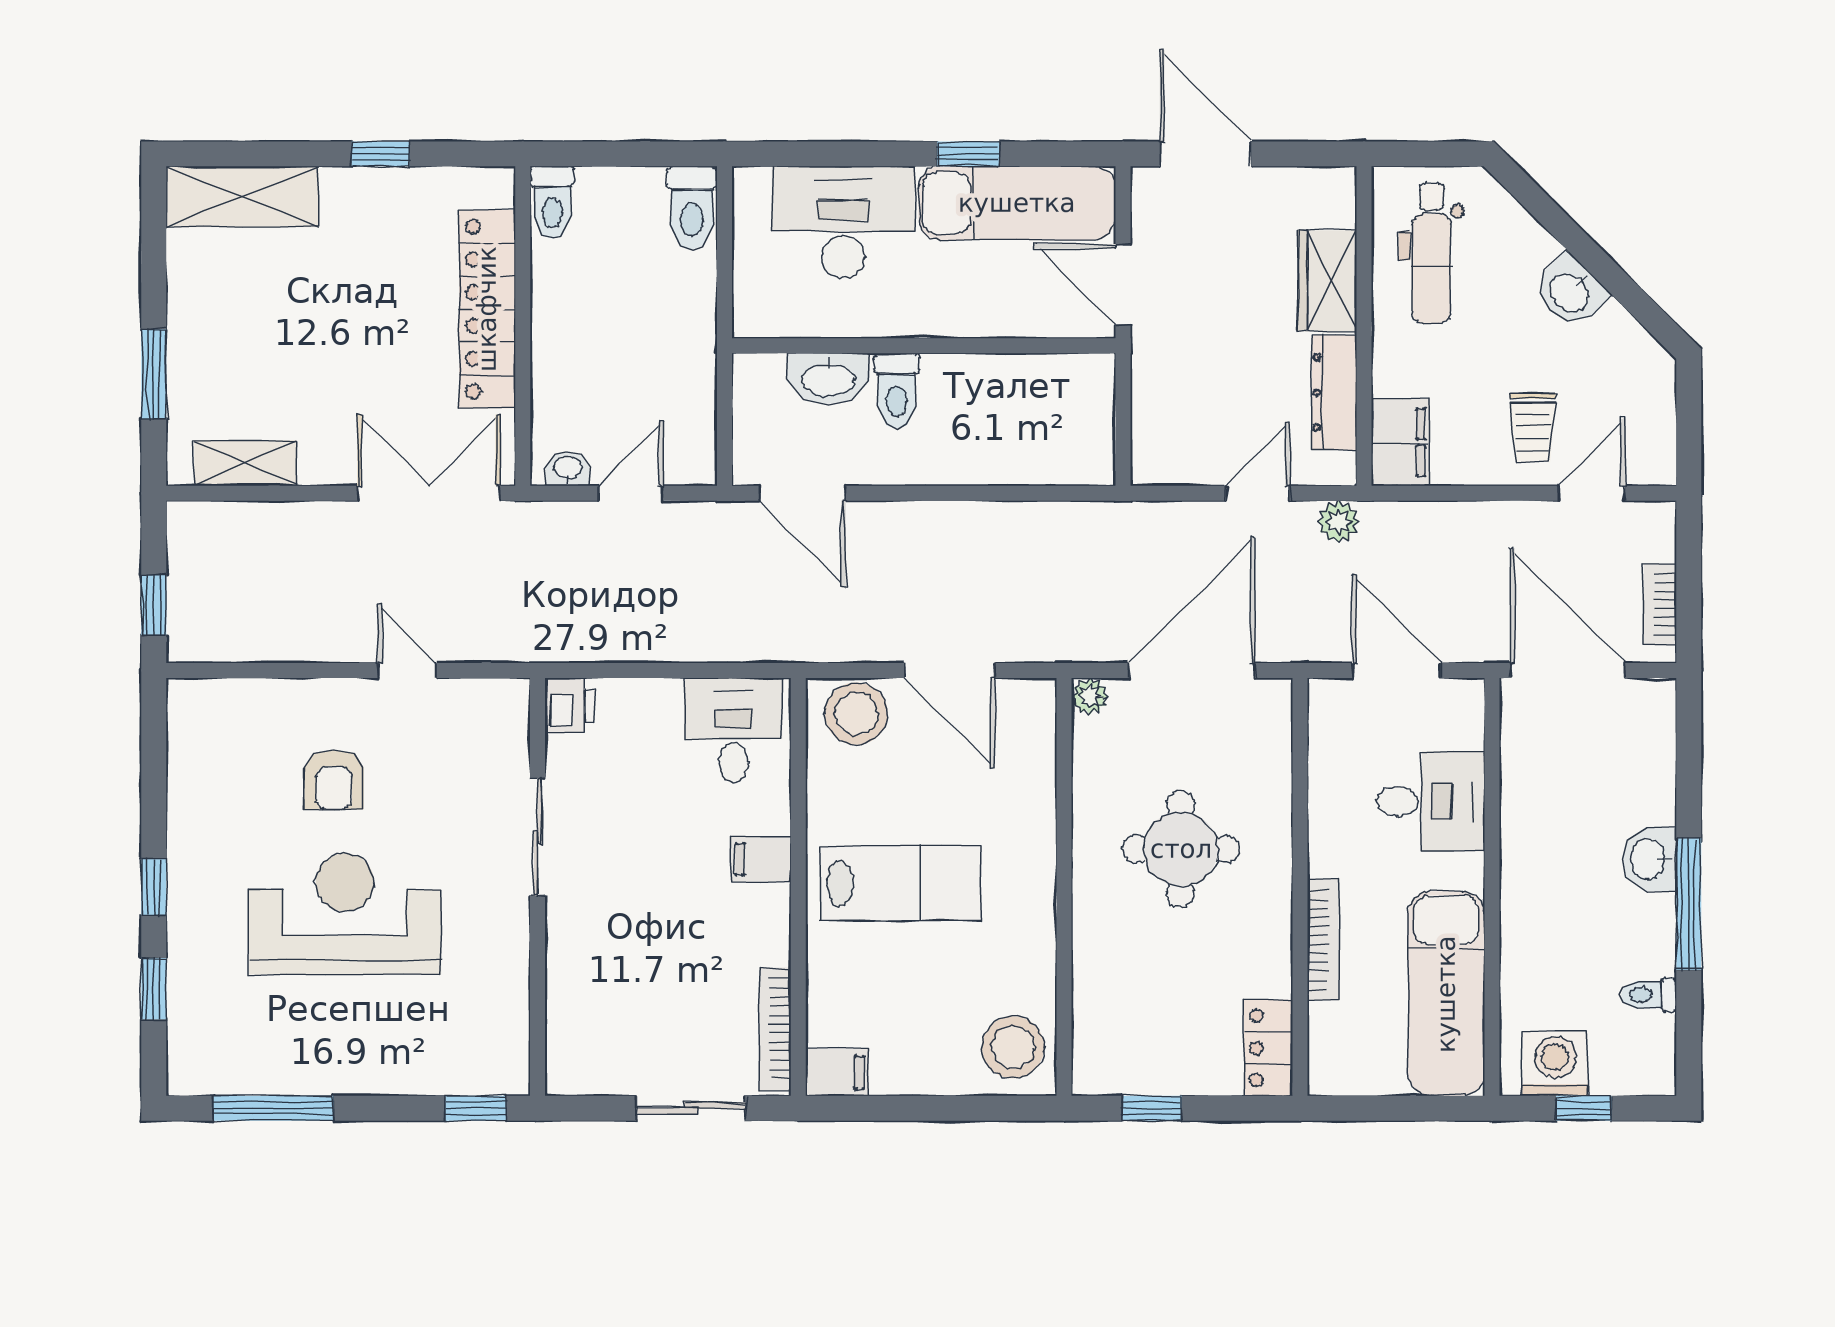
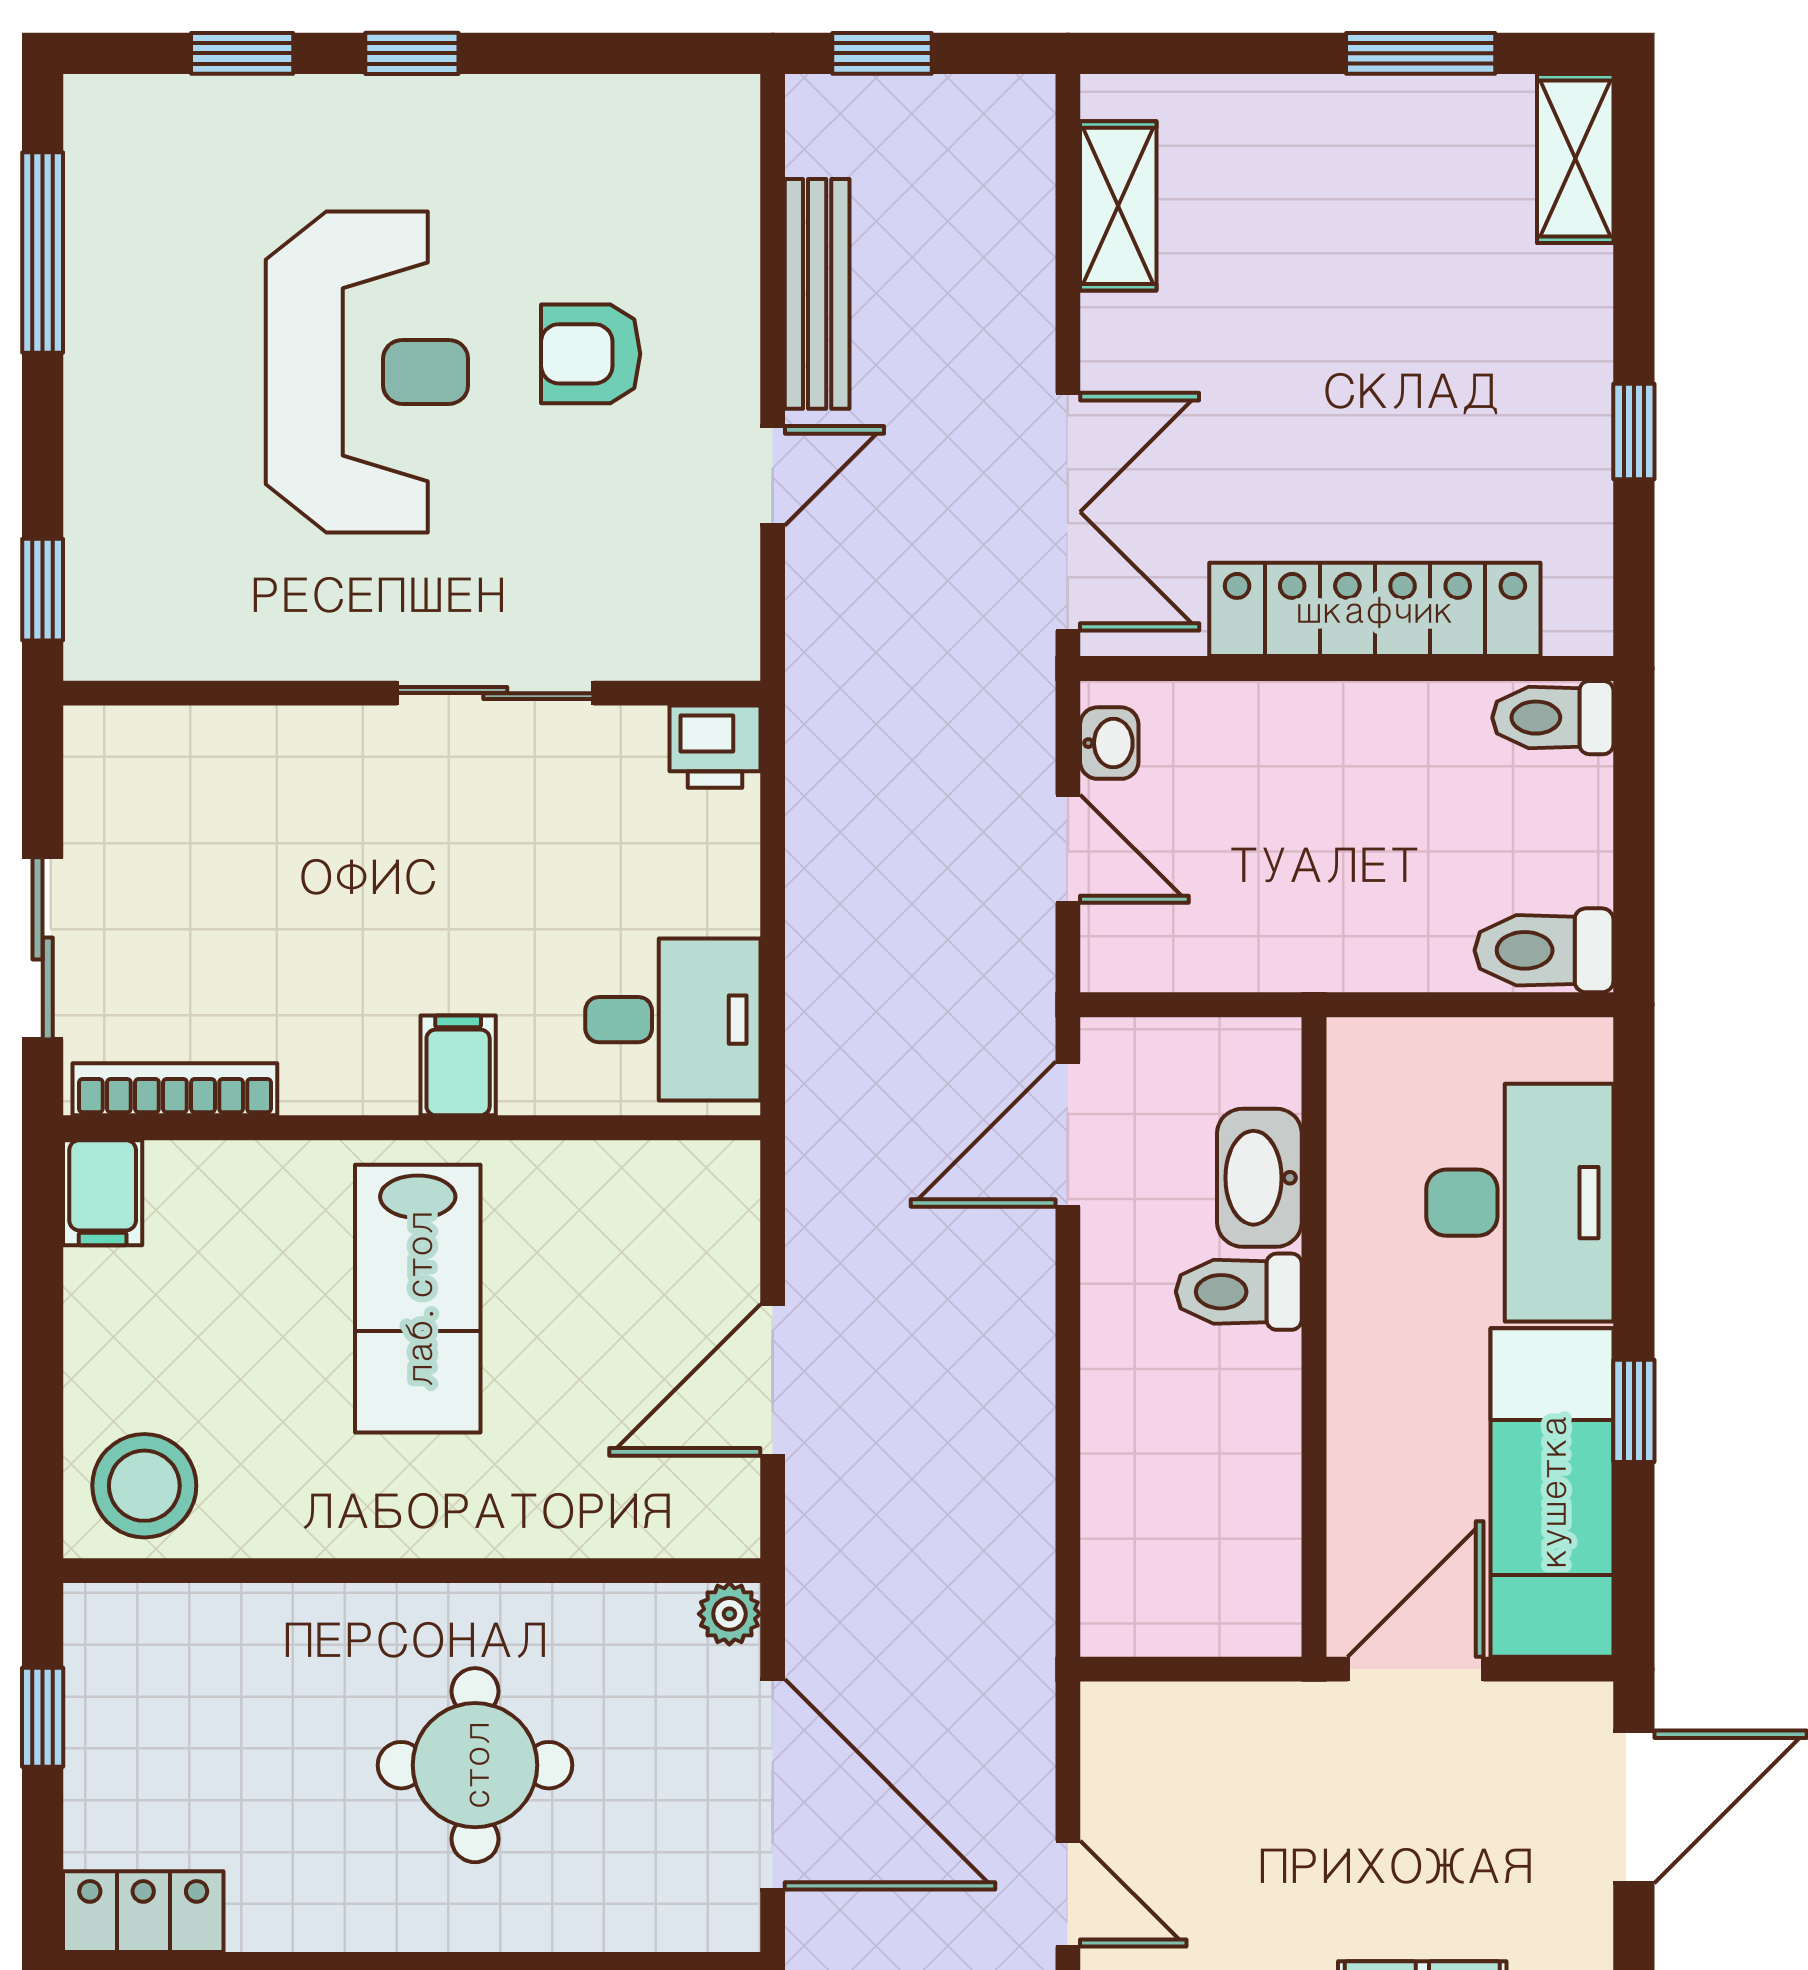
shelving: (242, 197) -> (1575, 158), width x0.67, depth x0.75
window: (154, 374) -> (1421, 53), moved
bench: (298, 644) -> (817, 294), added
stool: (856, 714) -> (701, 1224), removed

